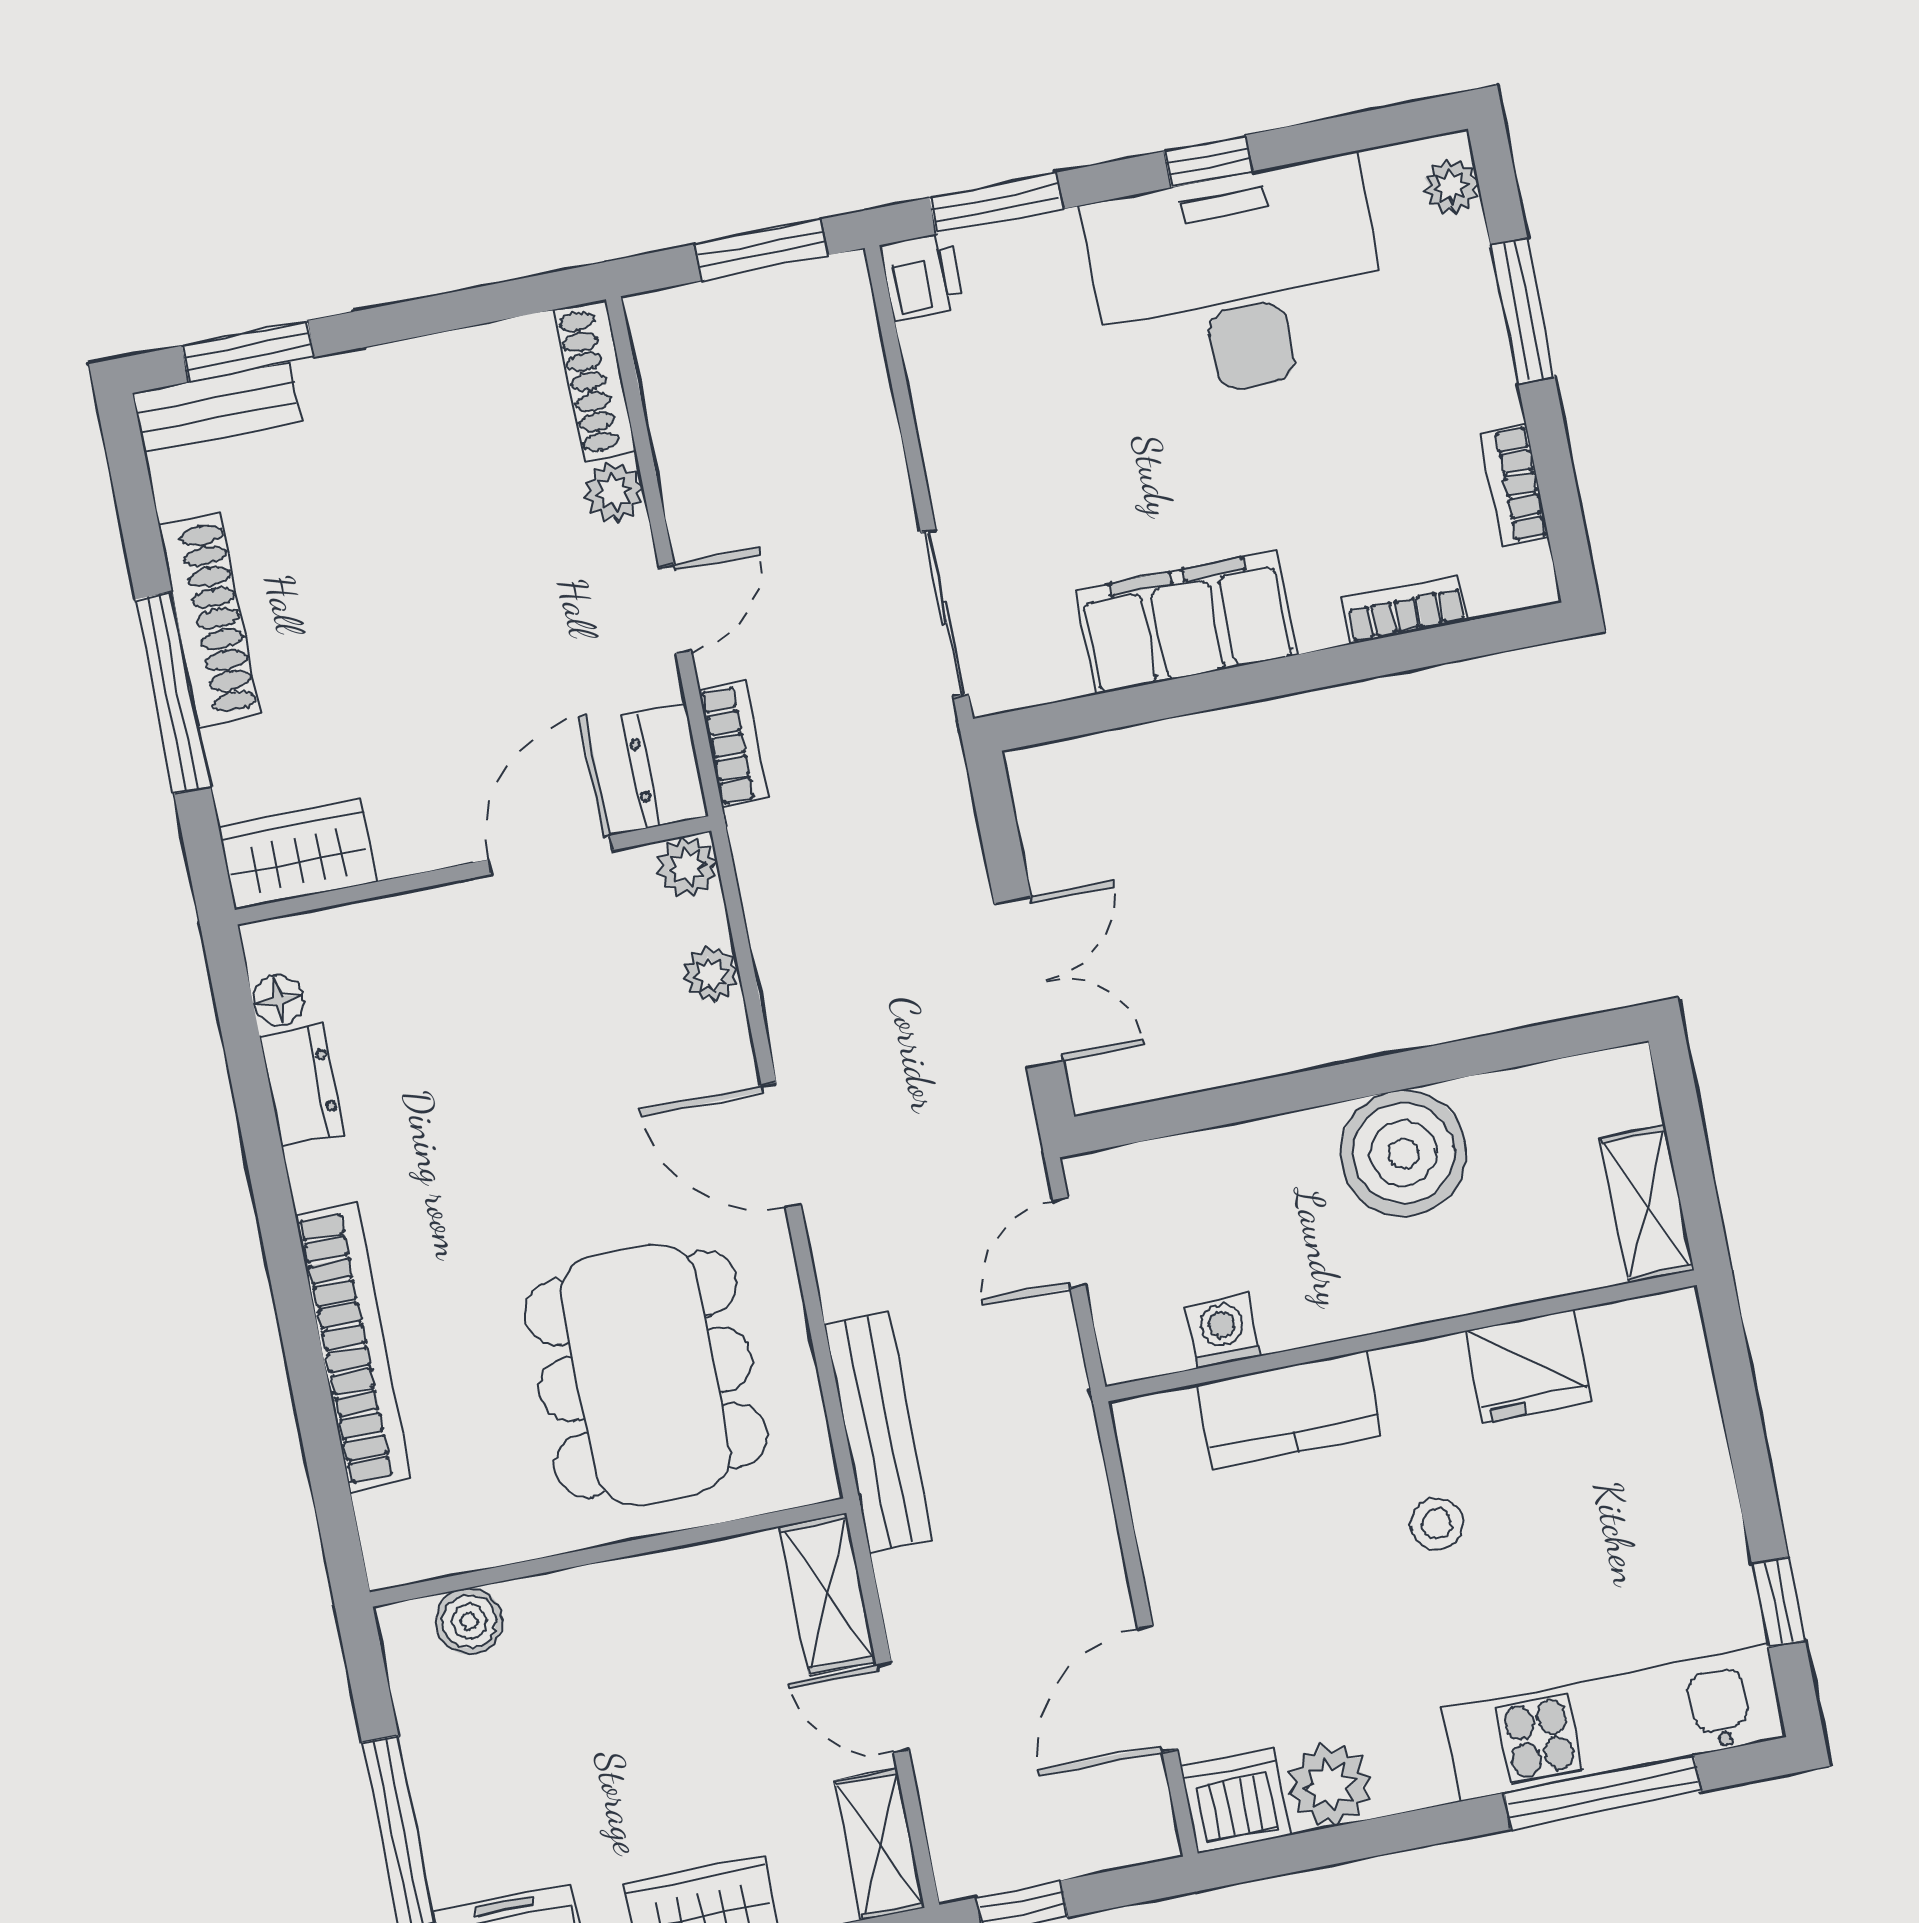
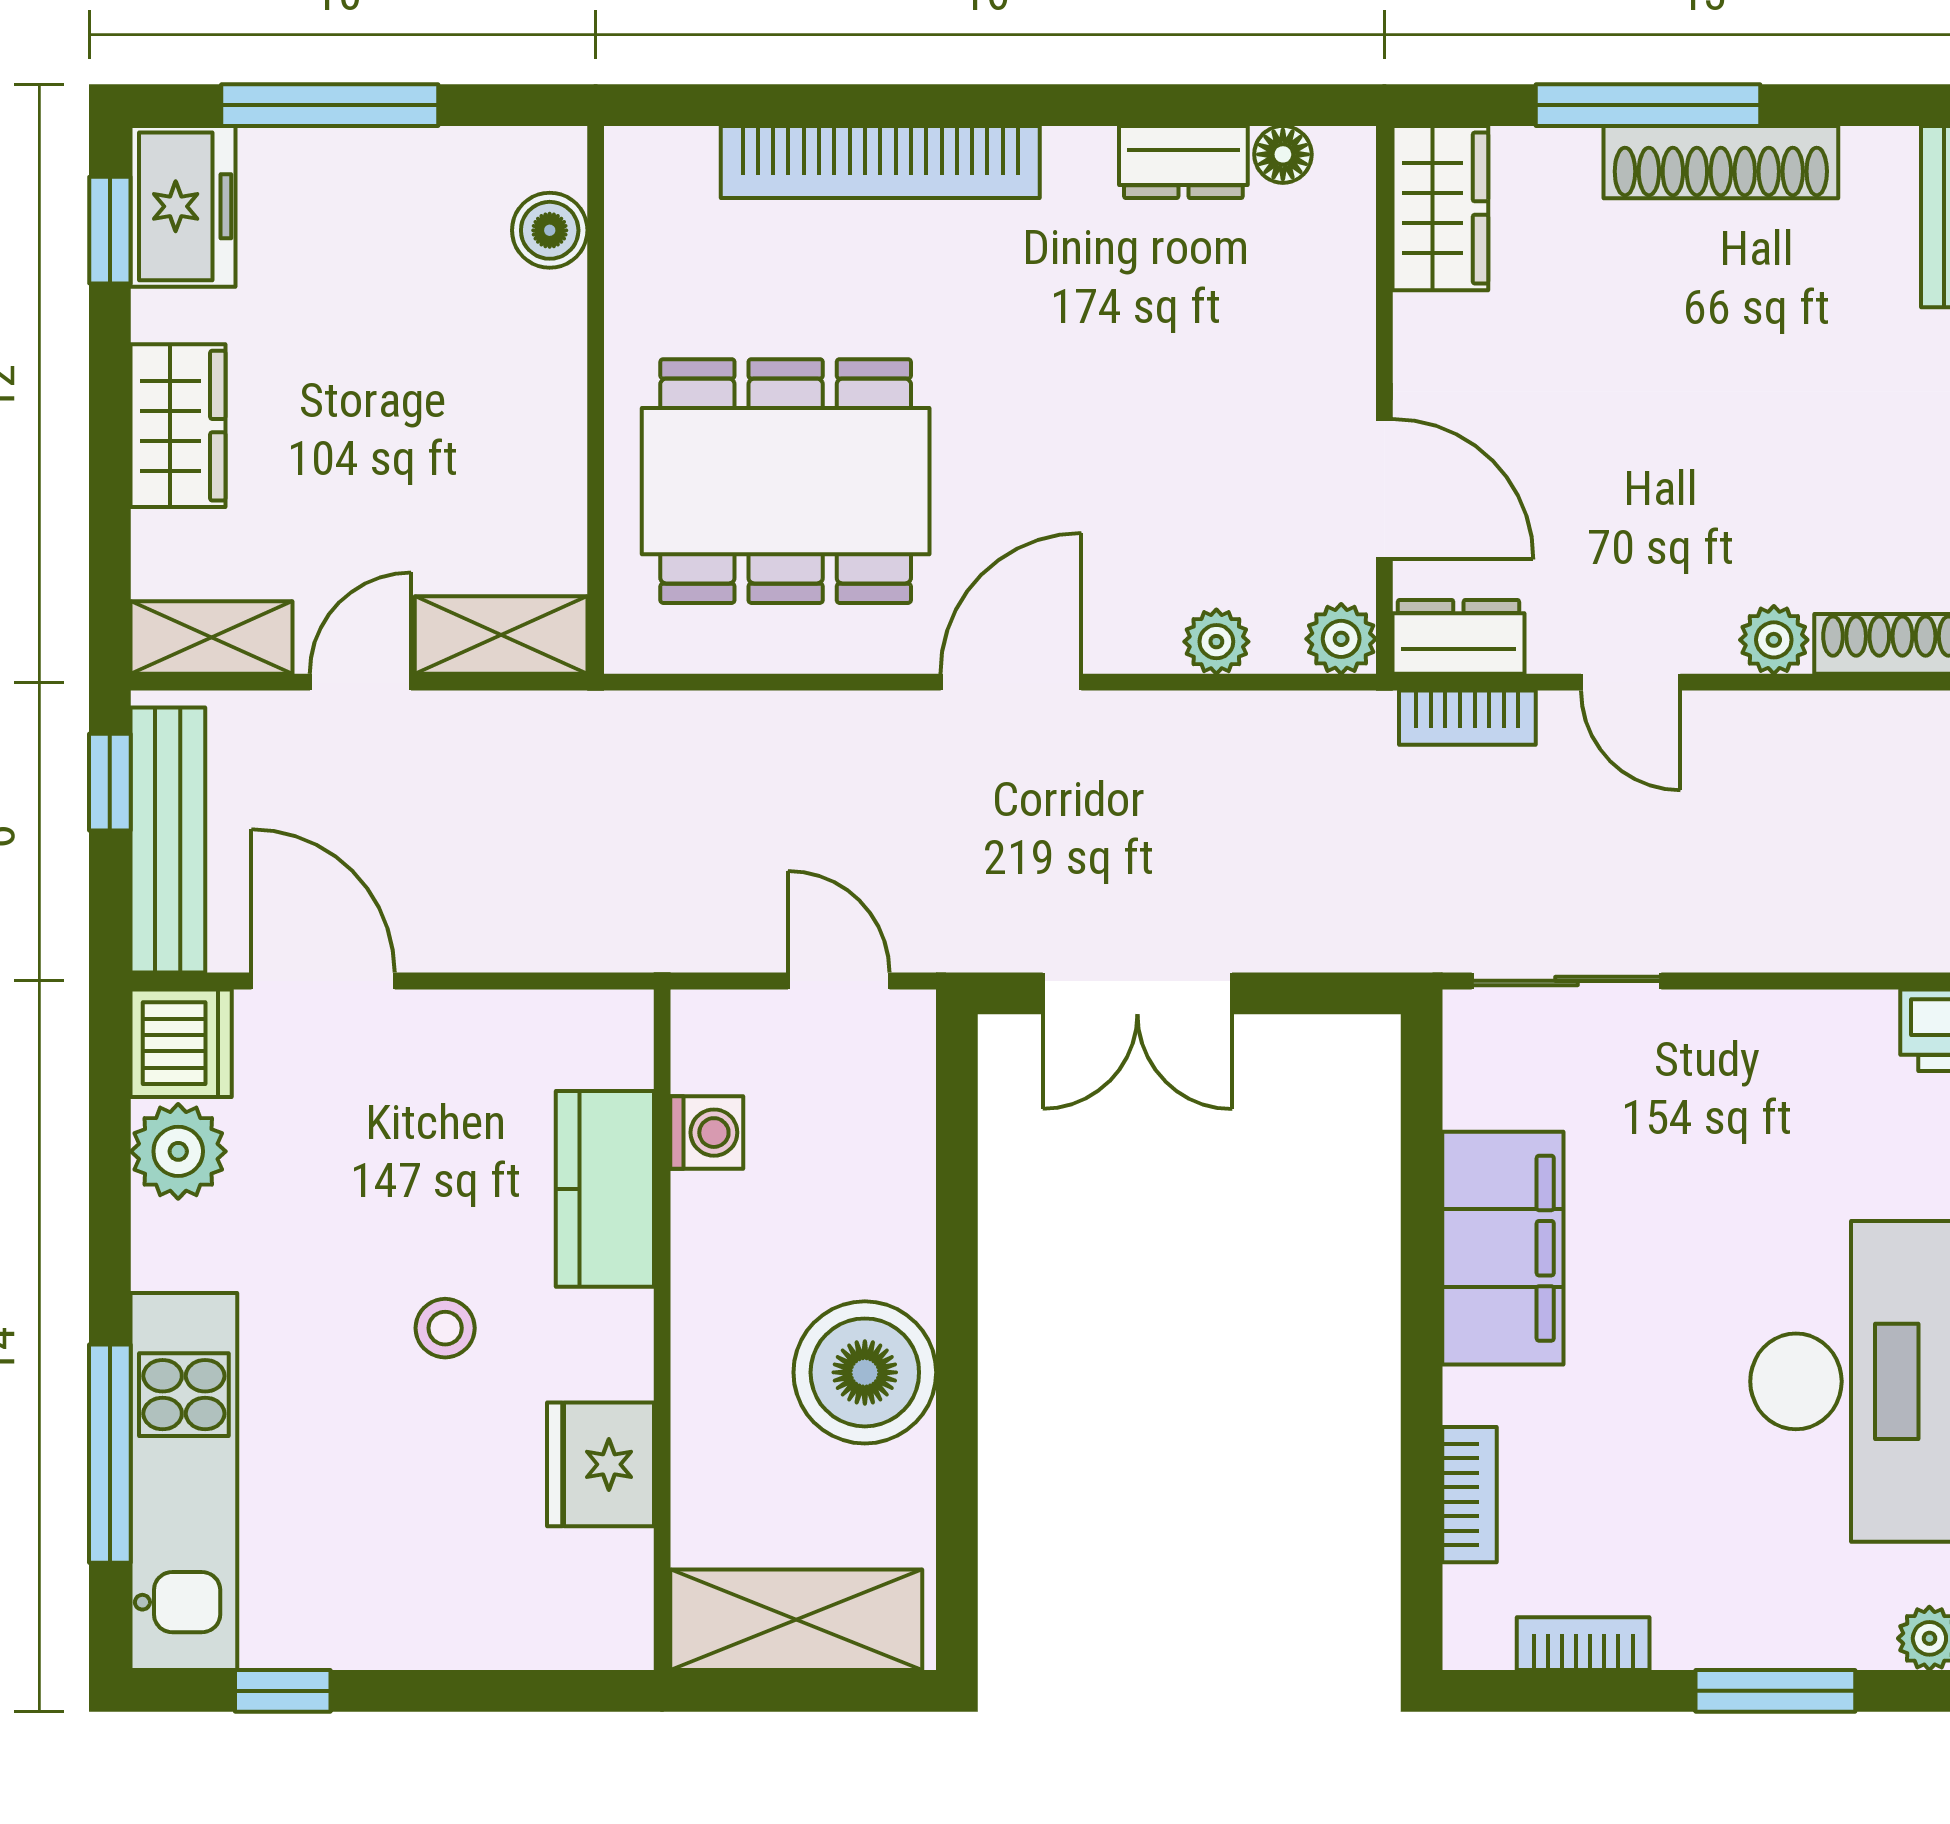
shelving: (1647, 1204) -> (796, 1620), width x1.50, depth x1.33
bench: (879, 1432) -> (168, 840), moved, turned 90

